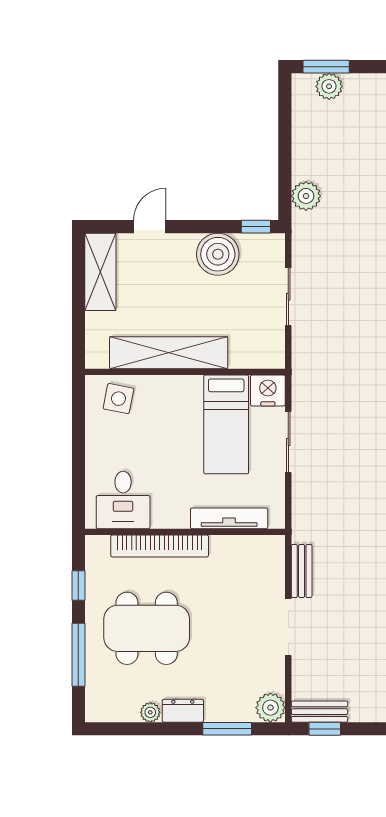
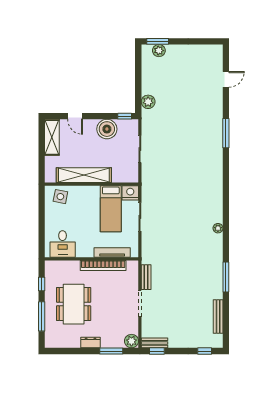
door: (150, 227) -> (75, 116), swing flipped
bookcase: (160, 546) -> (103, 266), moved
dining table: (147, 628) -> (74, 304), turned 90
plant: (150, 712) -> (75, 343), removed

